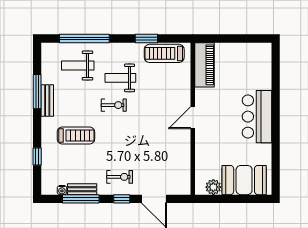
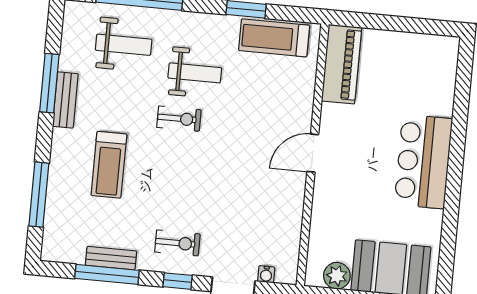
weight bench: (78, 65) -> (124, 45), turned 180
weight bench: (120, 78) -> (195, 73), turned 180
treadmill: (76, 136) -> (109, 165), turned 90
window: (37, 157) -> (39, 195), width x2.17
water cooler: (62, 190) -> (266, 274), moved

